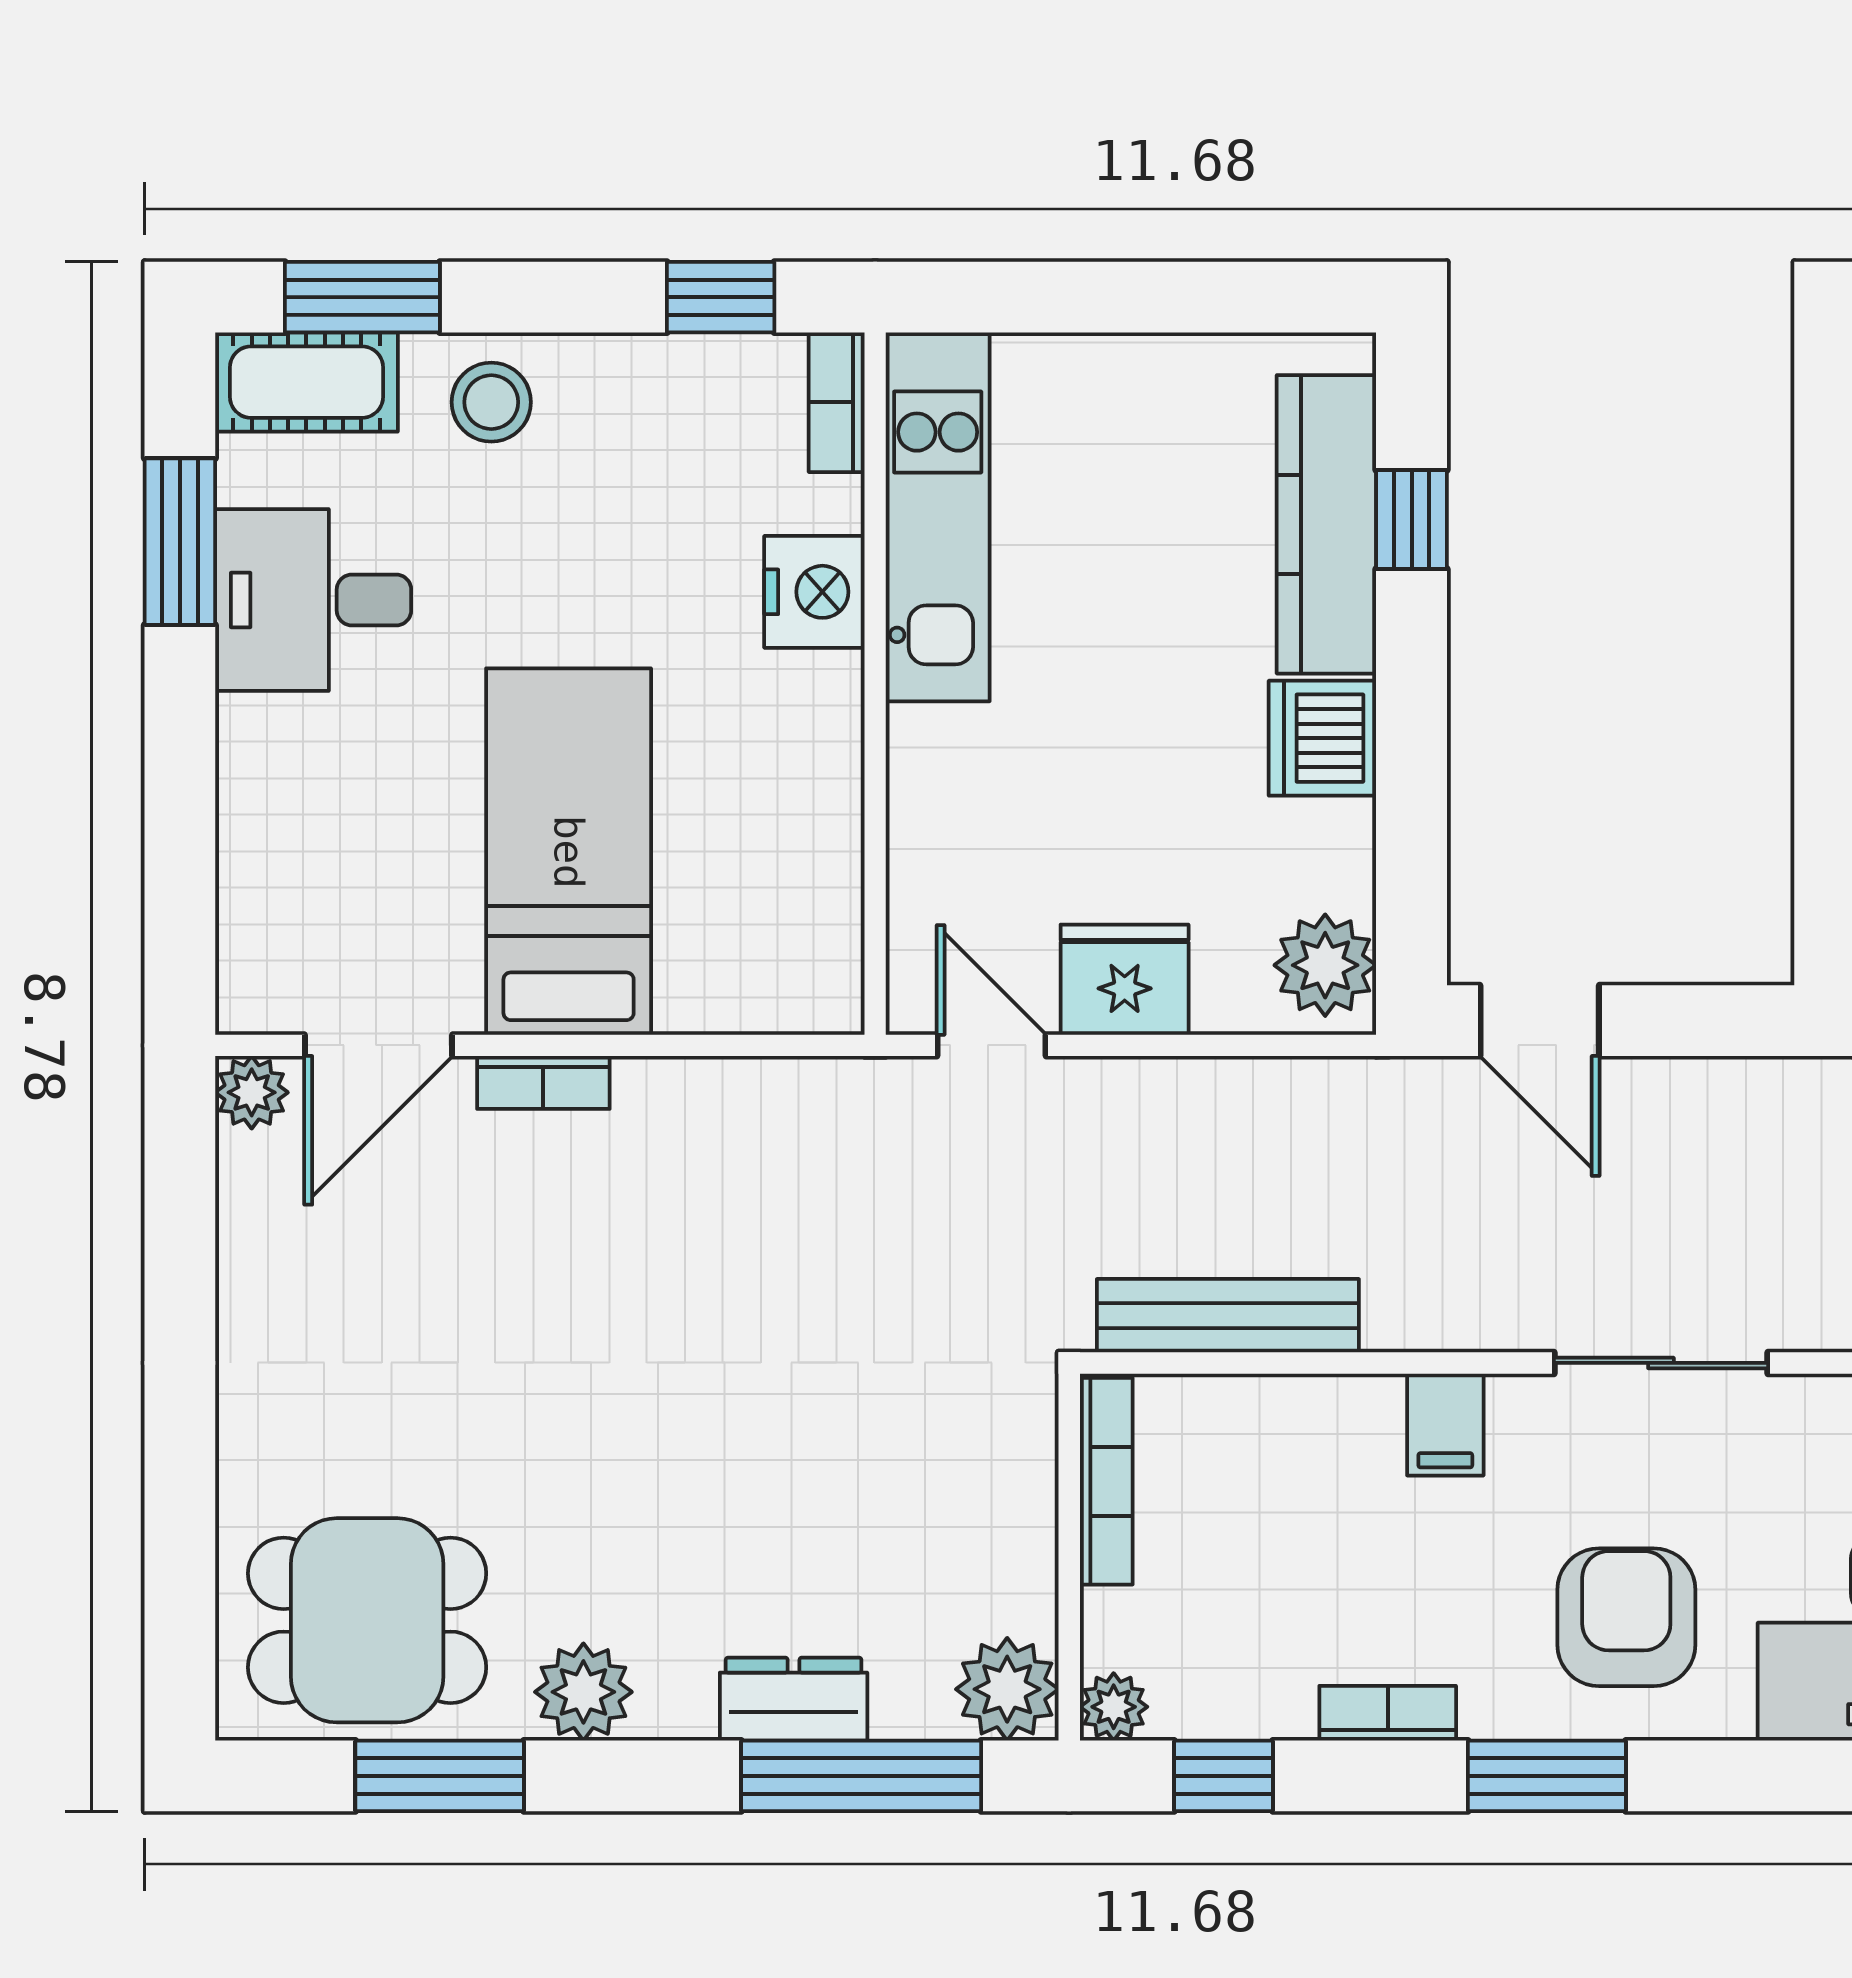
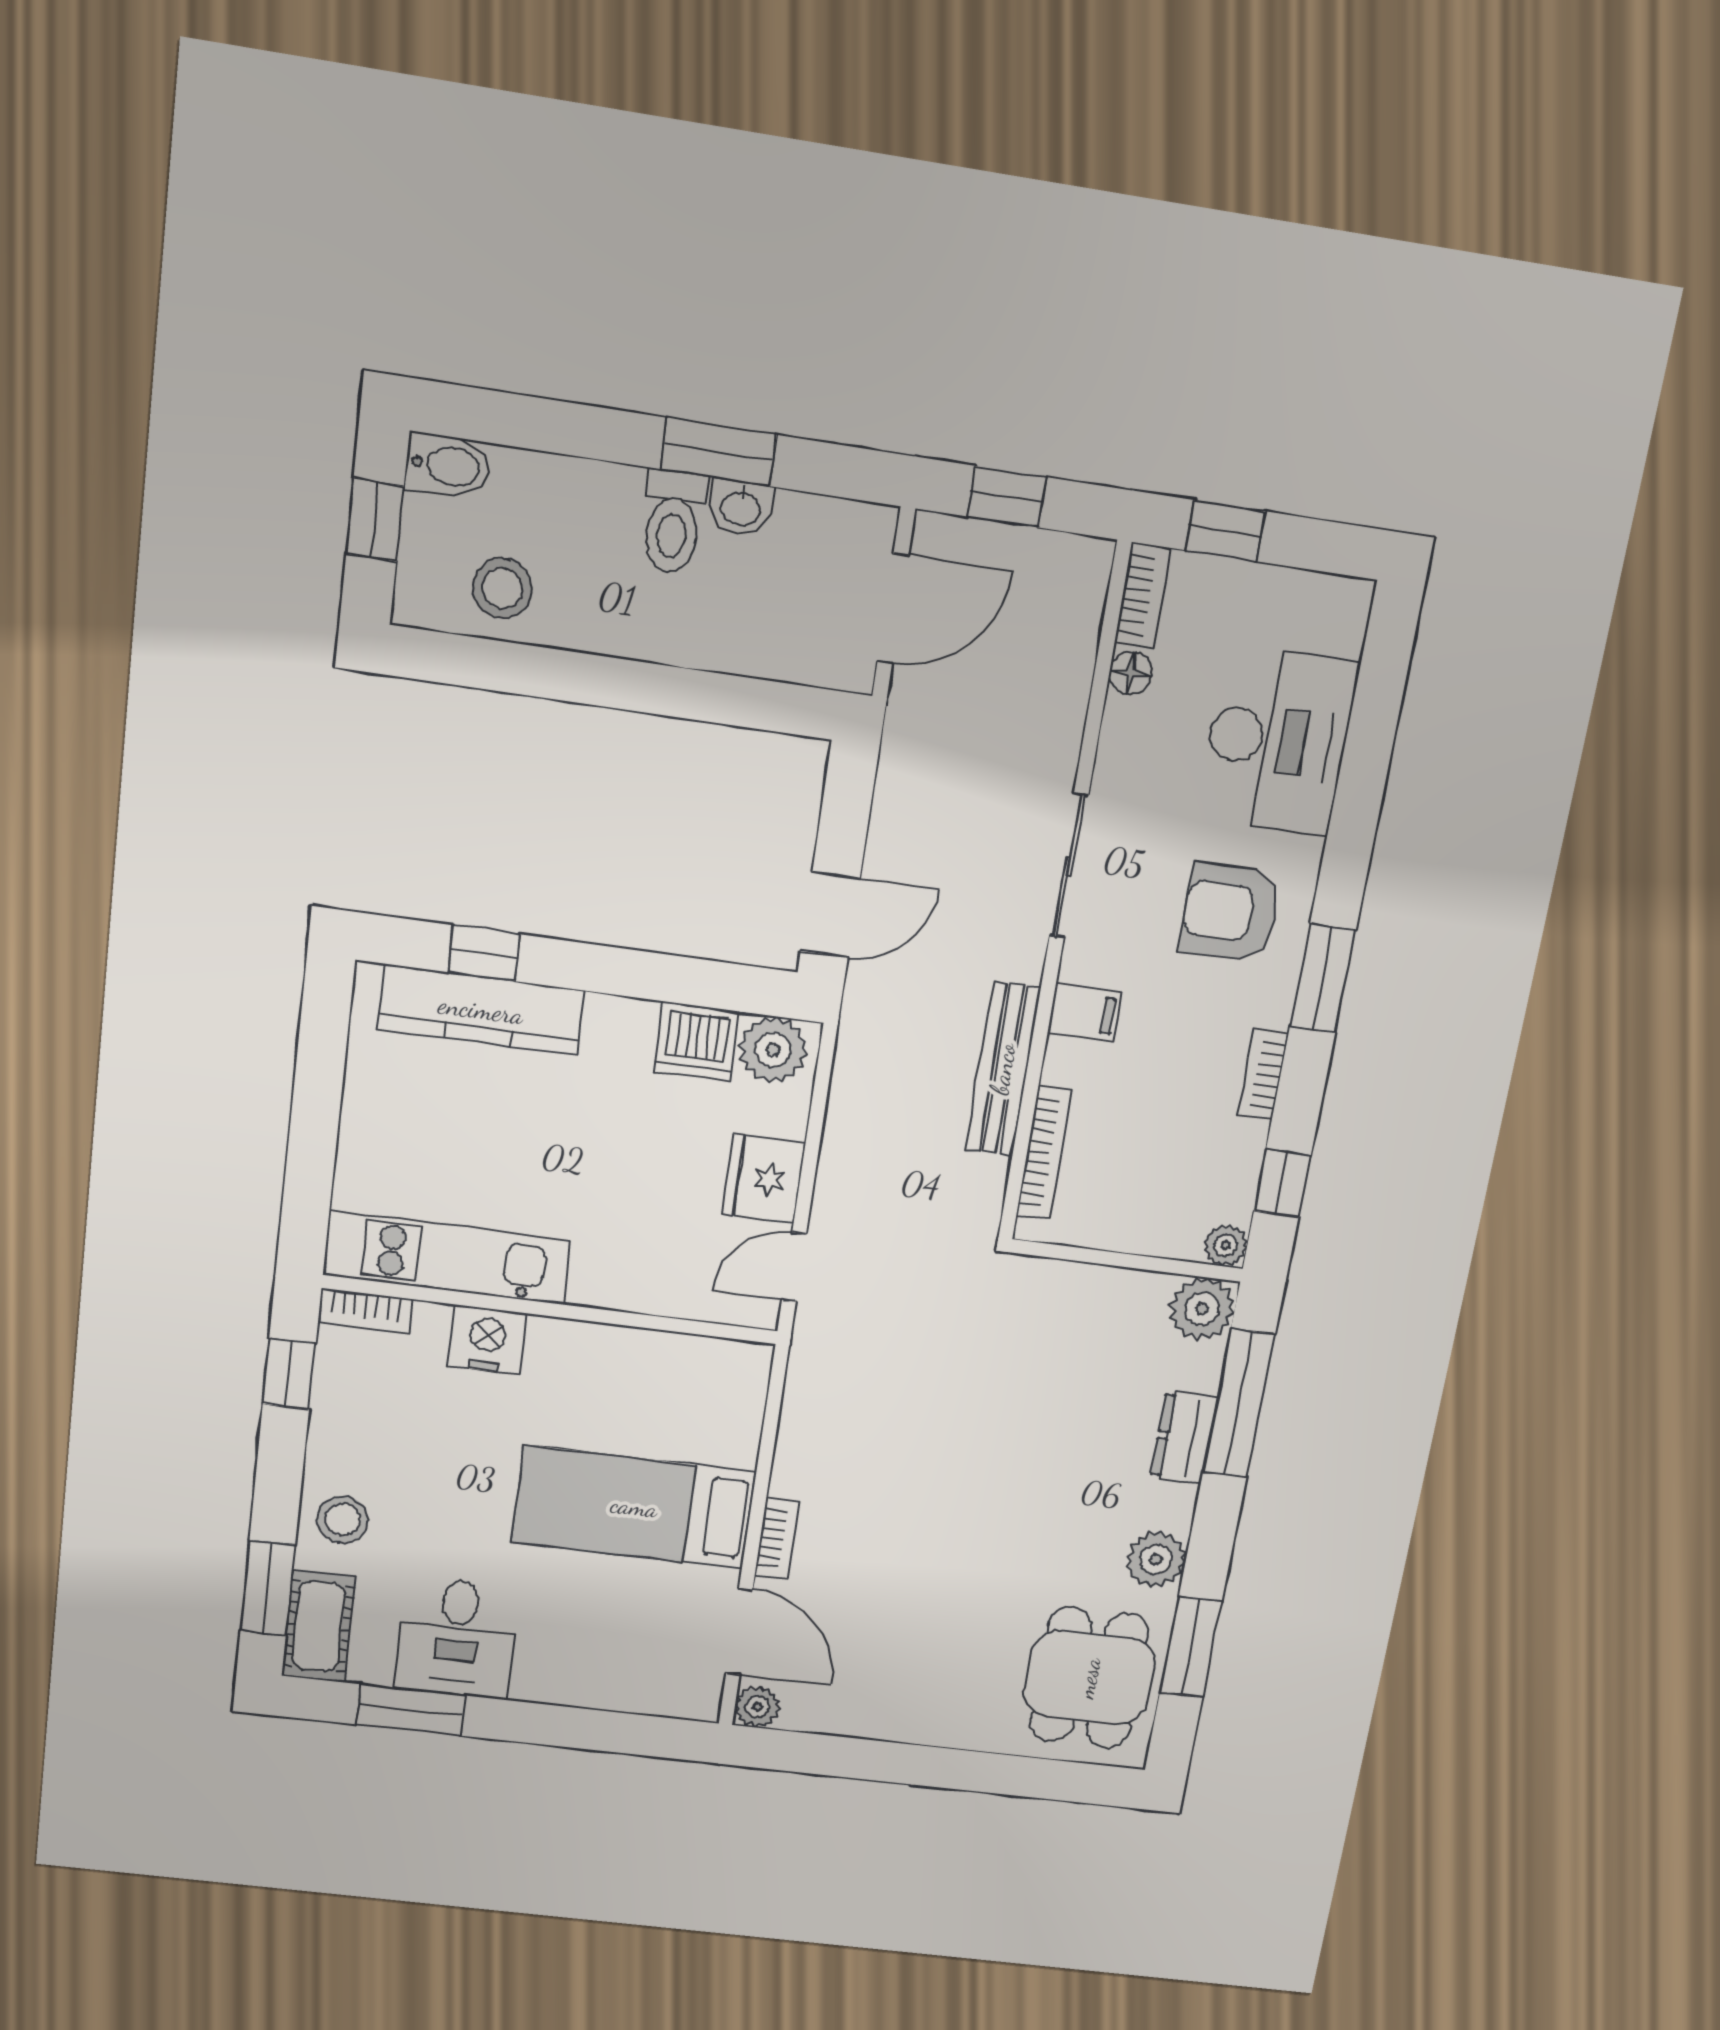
dishwasher: (1322, 738) -> (697, 1041), moved
bench: (1228, 1316) -> (1003, 1069), moved
bookcase: (1106, 1481) -> (1044, 1153), moved, turned 90

